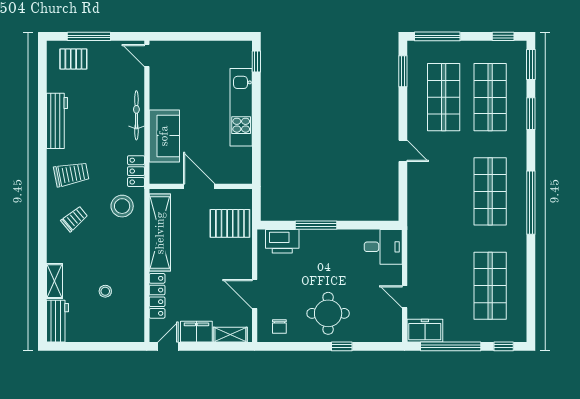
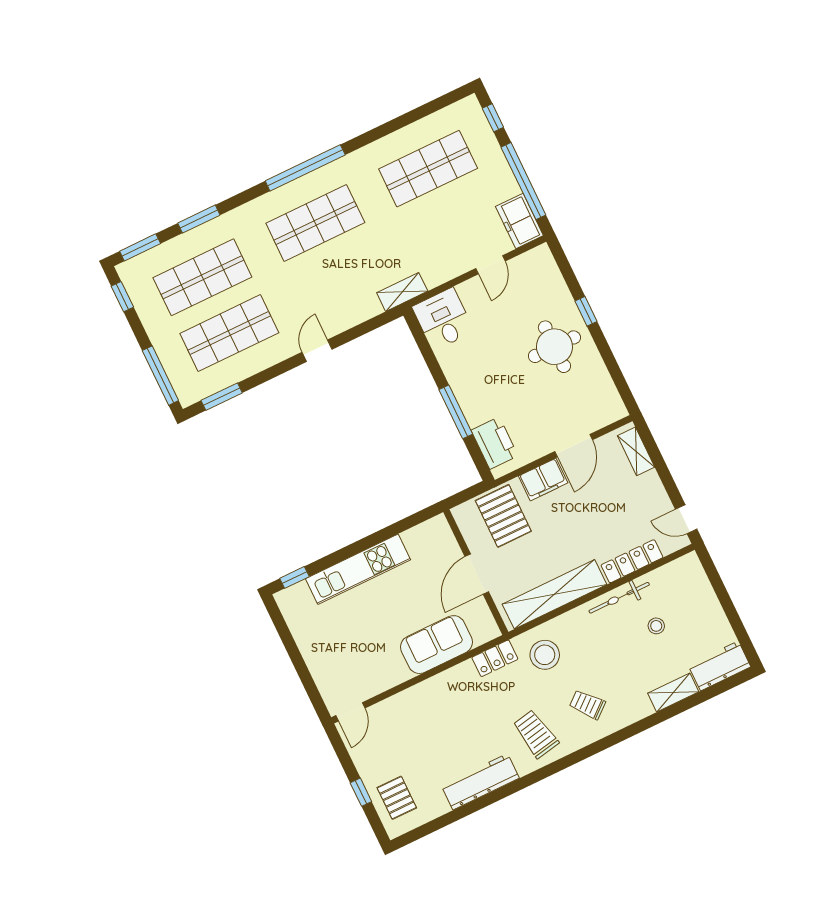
window: (89, 36) -> (361, 792), width x0.46
bicycle: (136, 115) -> (619, 598), moved
shelving: (415, 228) -> (402, 292), added
chair: (279, 326) -> (598, 397), removed
filing cabinet: (196, 332) -> (543, 479), moved, turned -90

